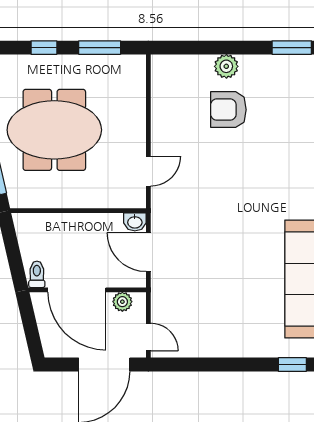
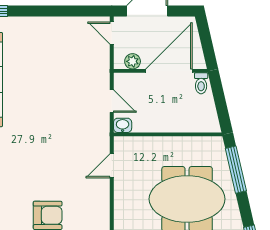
door: (148, 252) -> (112, 101), width x0.73
door: (77, 290) -> (169, 71), hinge flipped

